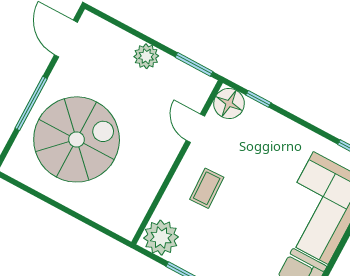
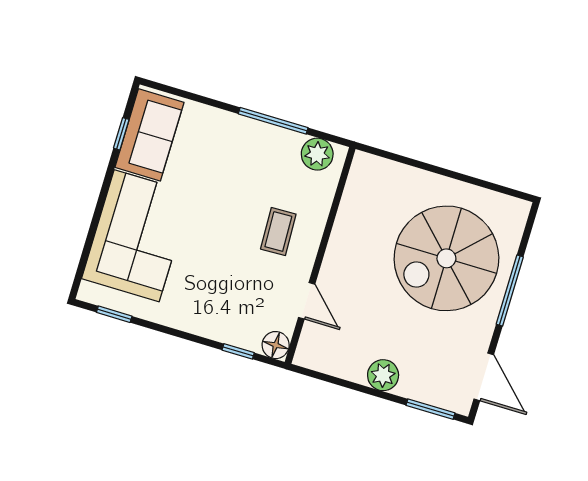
window: (194, 64) -> (431, 409), moved
floor lamp: (229, 104) -> (276, 345), width x0.73, depth x0.73
plant: (161, 238) -> (317, 154), width x0.73, depth x0.73

